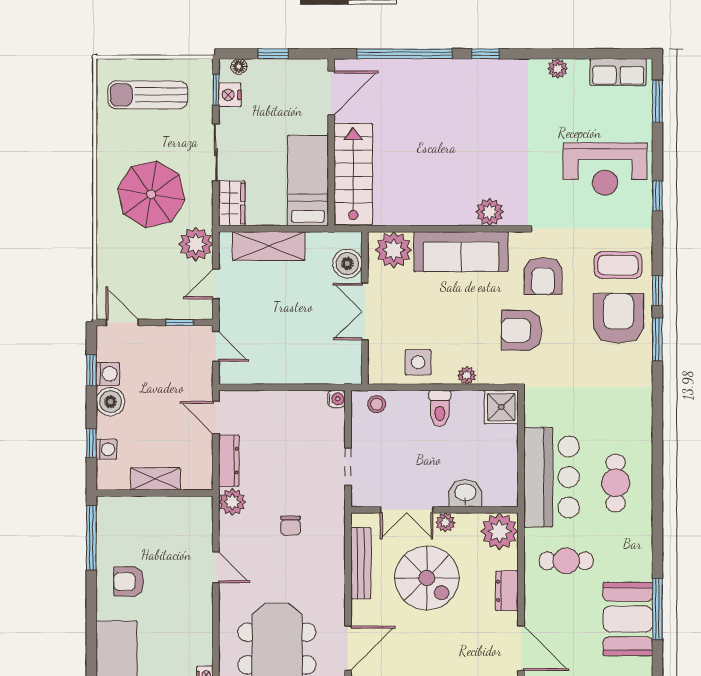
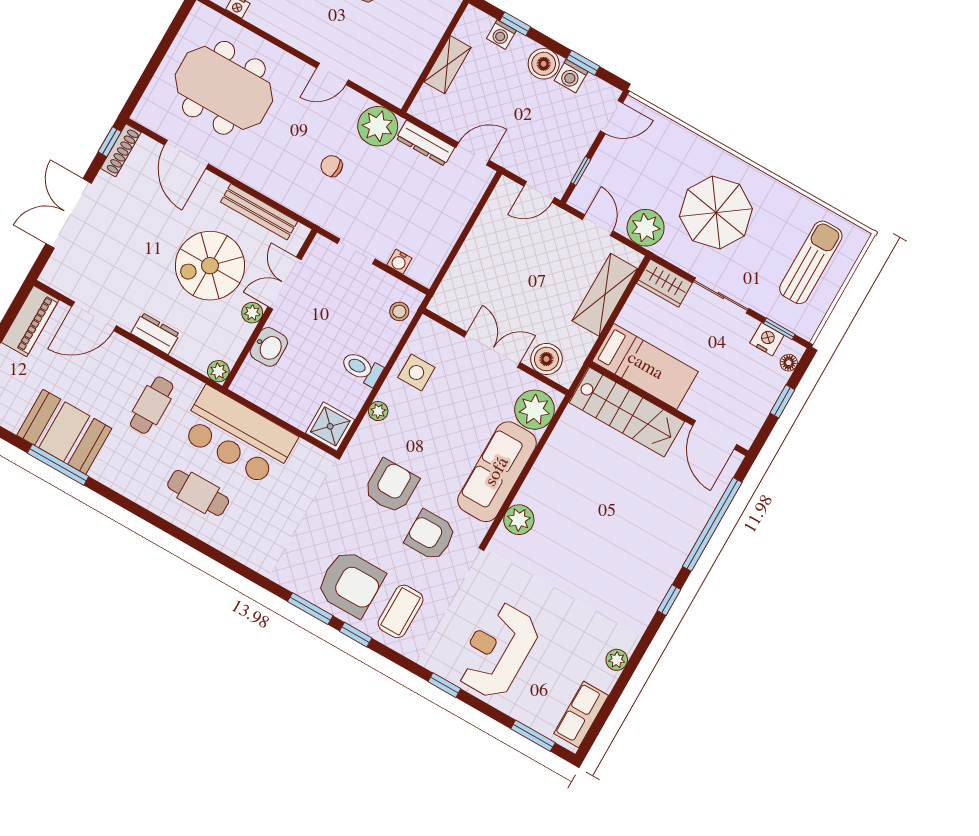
water cooler: (336, 399) -> (399, 262), moved
plant: (232, 502) -> (378, 126), width x1.36, depth x1.36
plant: (499, 531) -> (218, 371), width x0.53, depth x0.53

